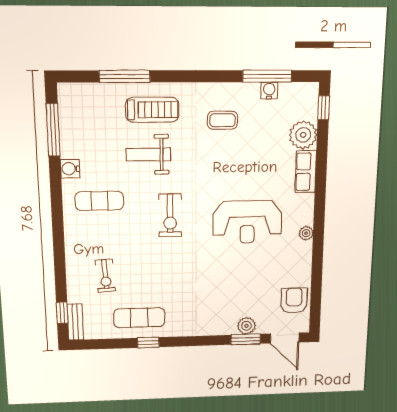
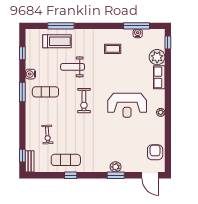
treadmill: (152, 110) -> (57, 41), moved
window: (53, 130) -> (22, 53), width x0.46
window: (57, 202) -> (22, 92), added
plant: (246, 326) -> (116, 167), moved
window: (246, 339) -> (116, 175), moved

